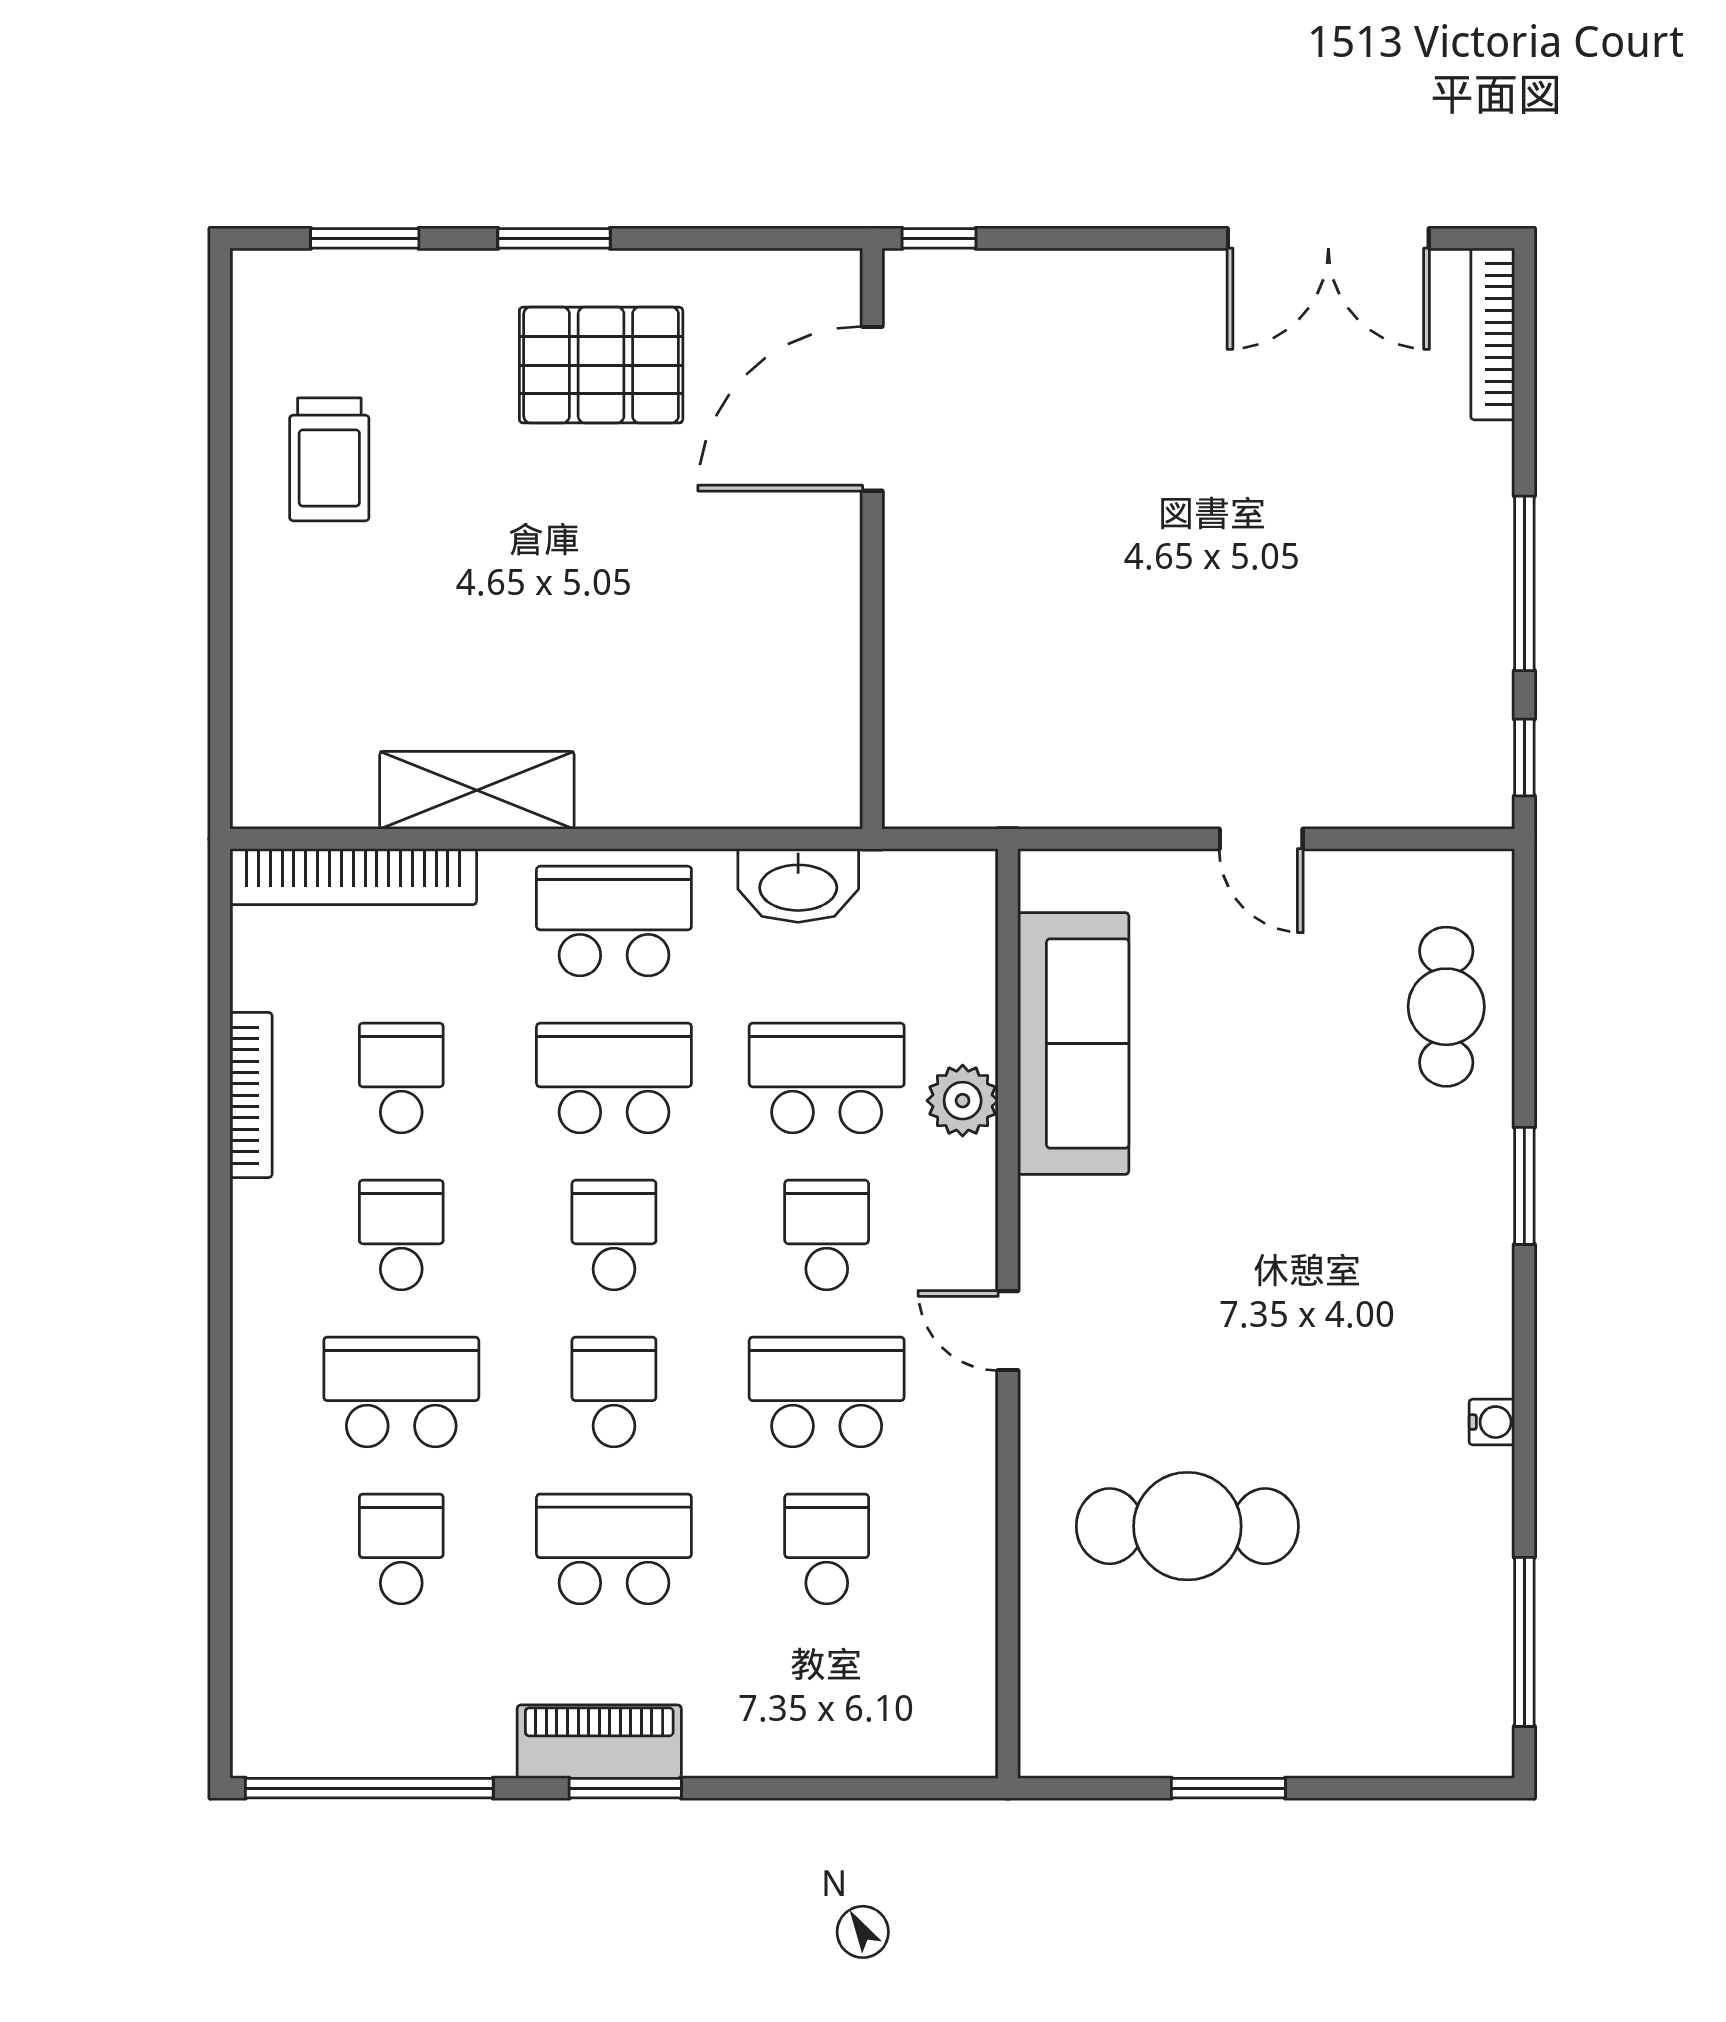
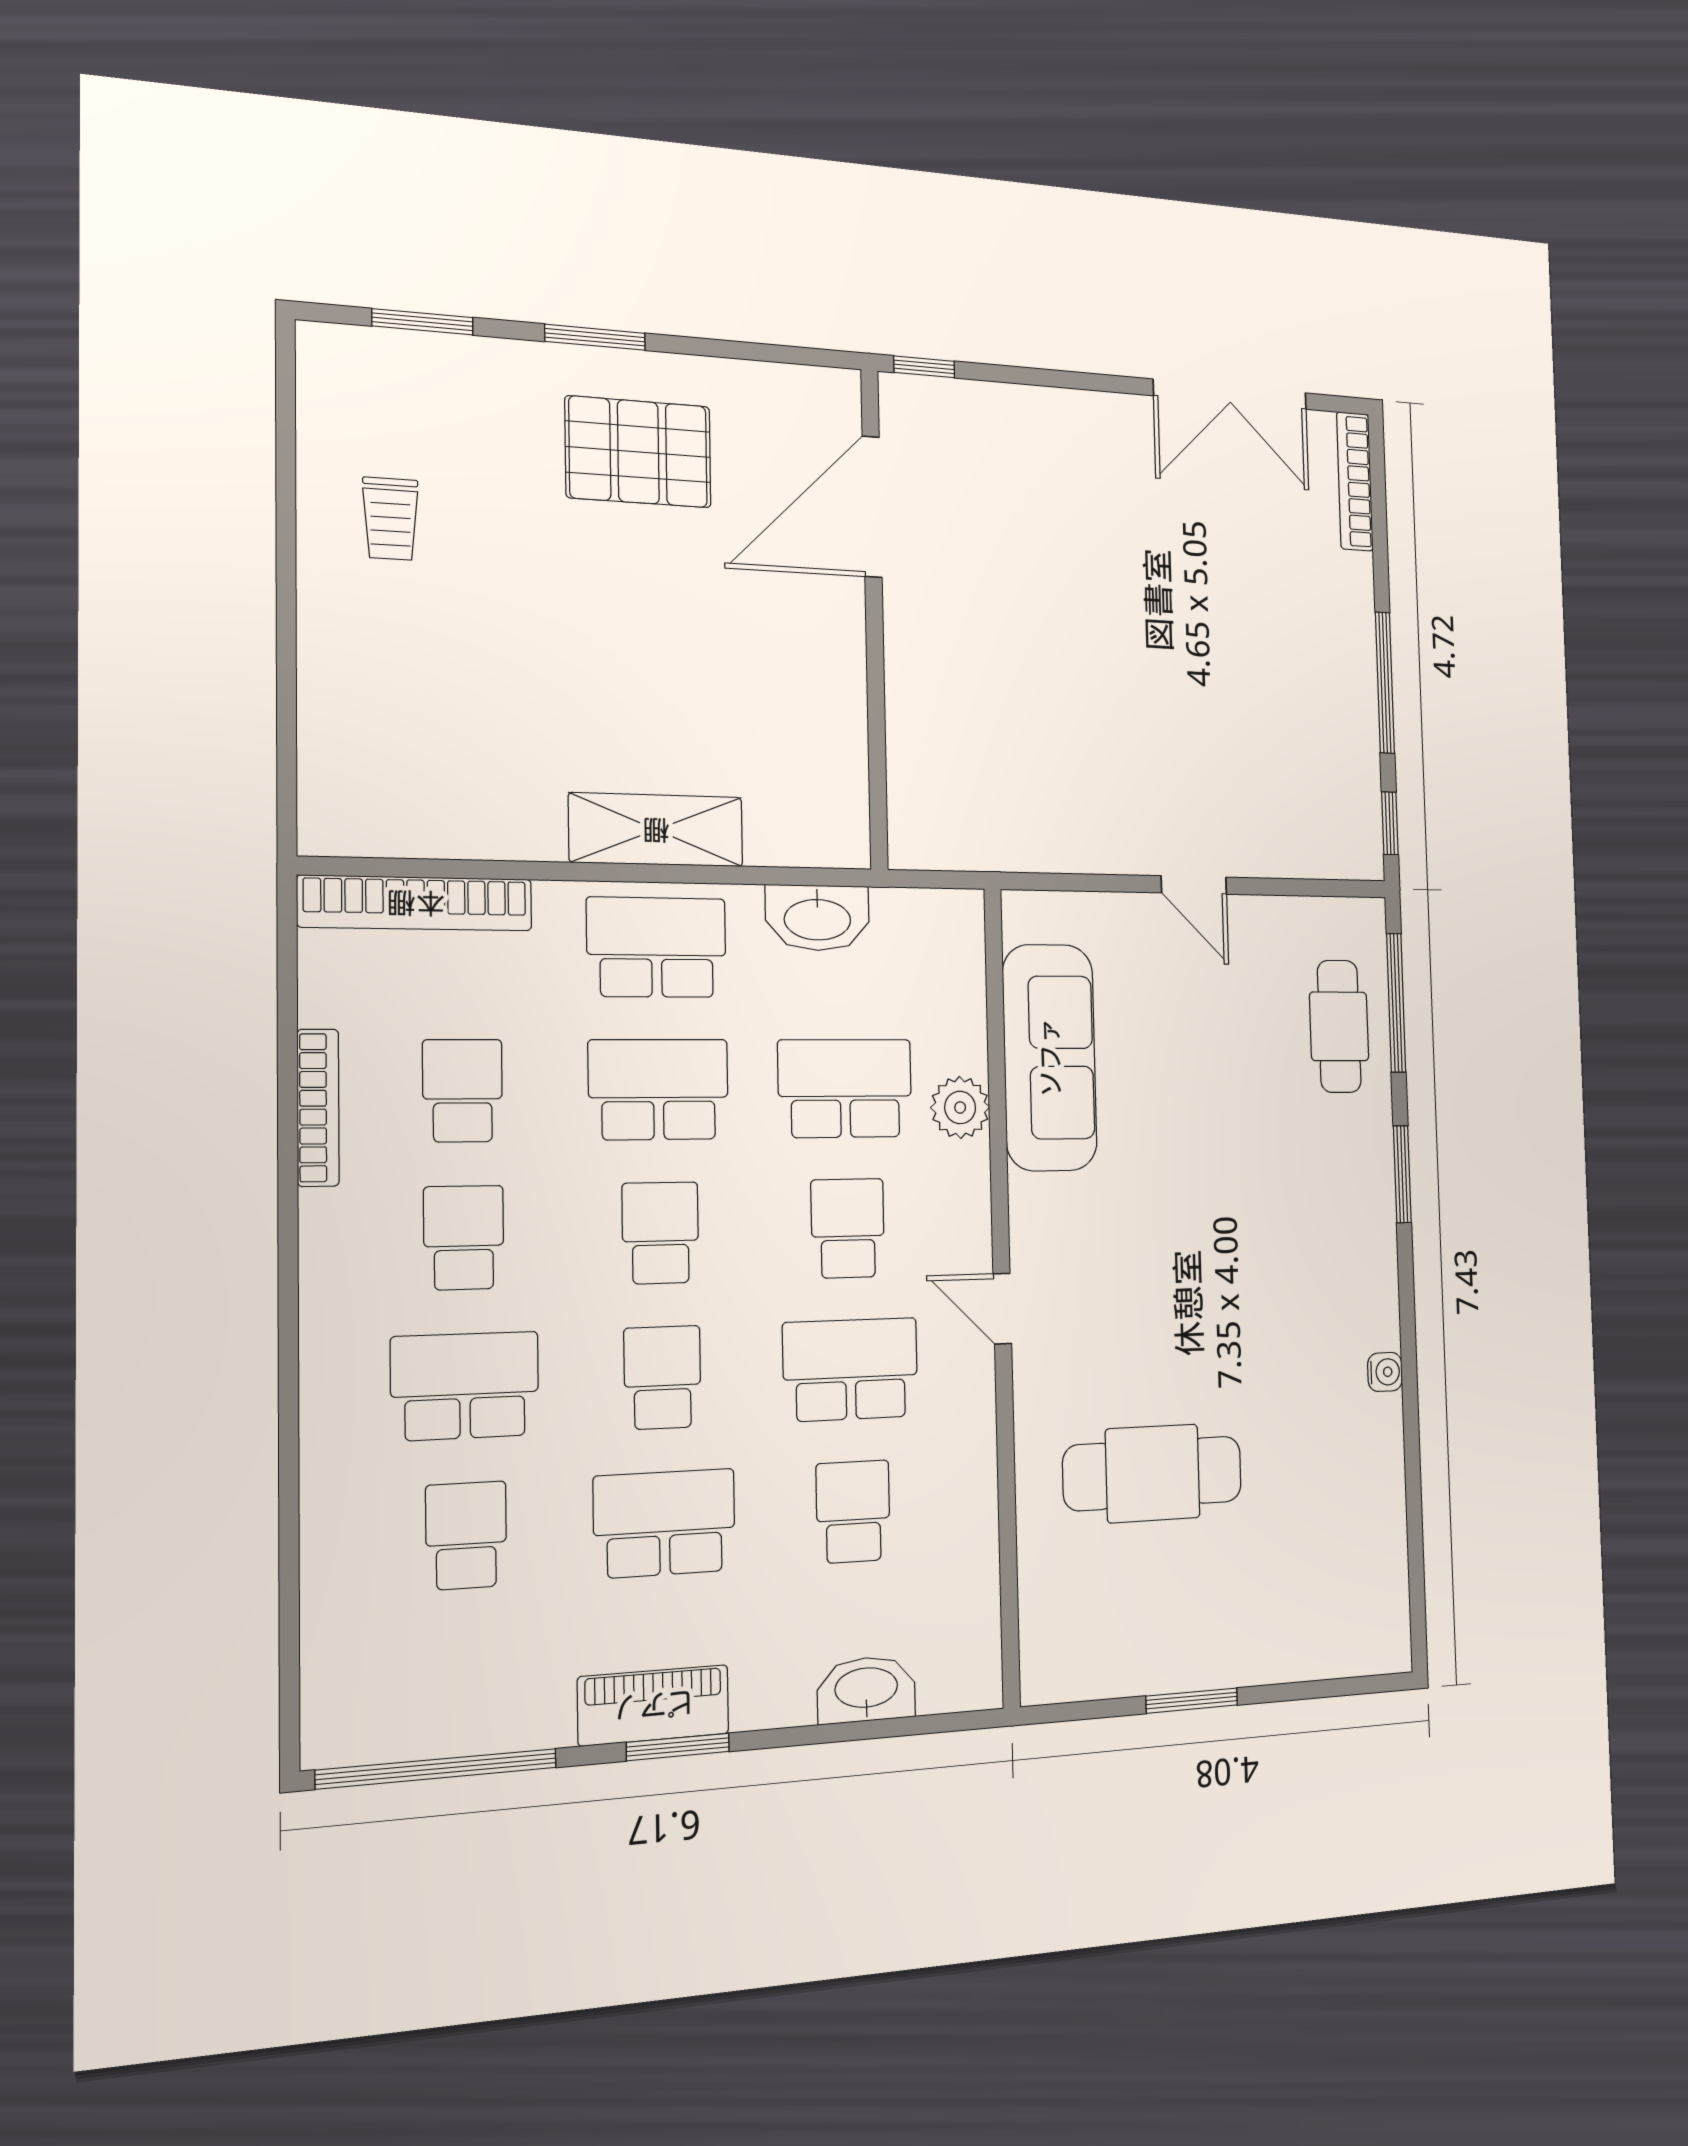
trolley: (329, 459) -> (390, 519), width x0.73, depth x0.72
shelving: (477, 790) -> (656, 830), moved
window: (1524, 1642) -> (1396, 1003), moved
washbasin: (838, 1744) -> (866, 1689), added

